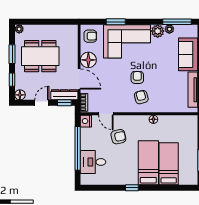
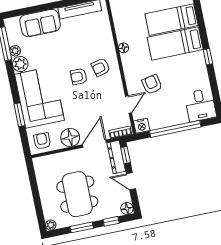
desk: (93, 162) -> (200, 105), moved

